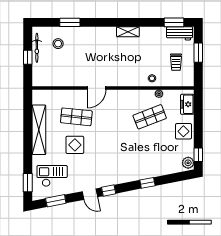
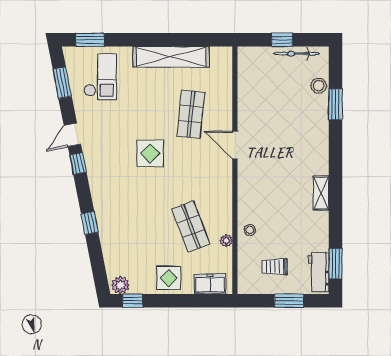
stool: (58, 44) -> (319, 86), moved
display table: (75, 145) -> (150, 153), moved

